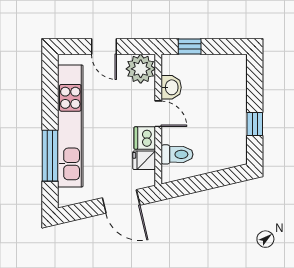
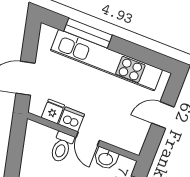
plant: (141, 69) -> (132, 139), removed
door: (158, 114) -> (88, 139), hinge flipped
toilet: (177, 154) -> (62, 147), moved

